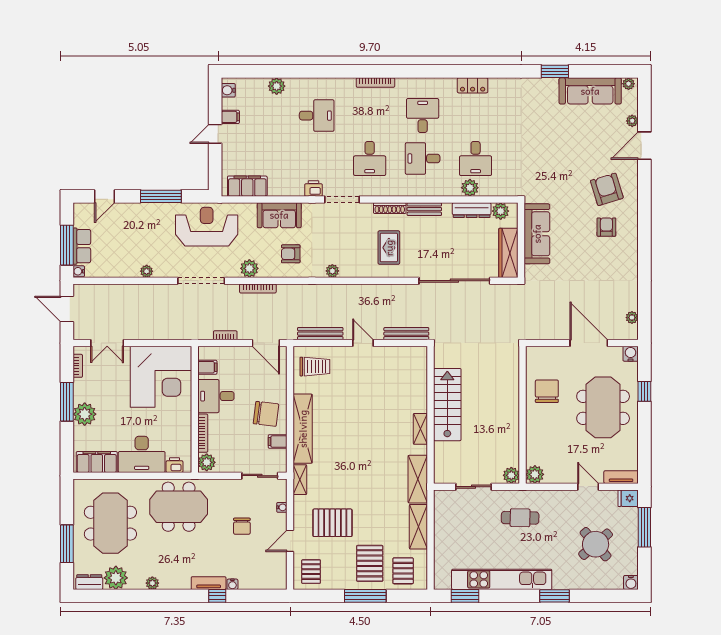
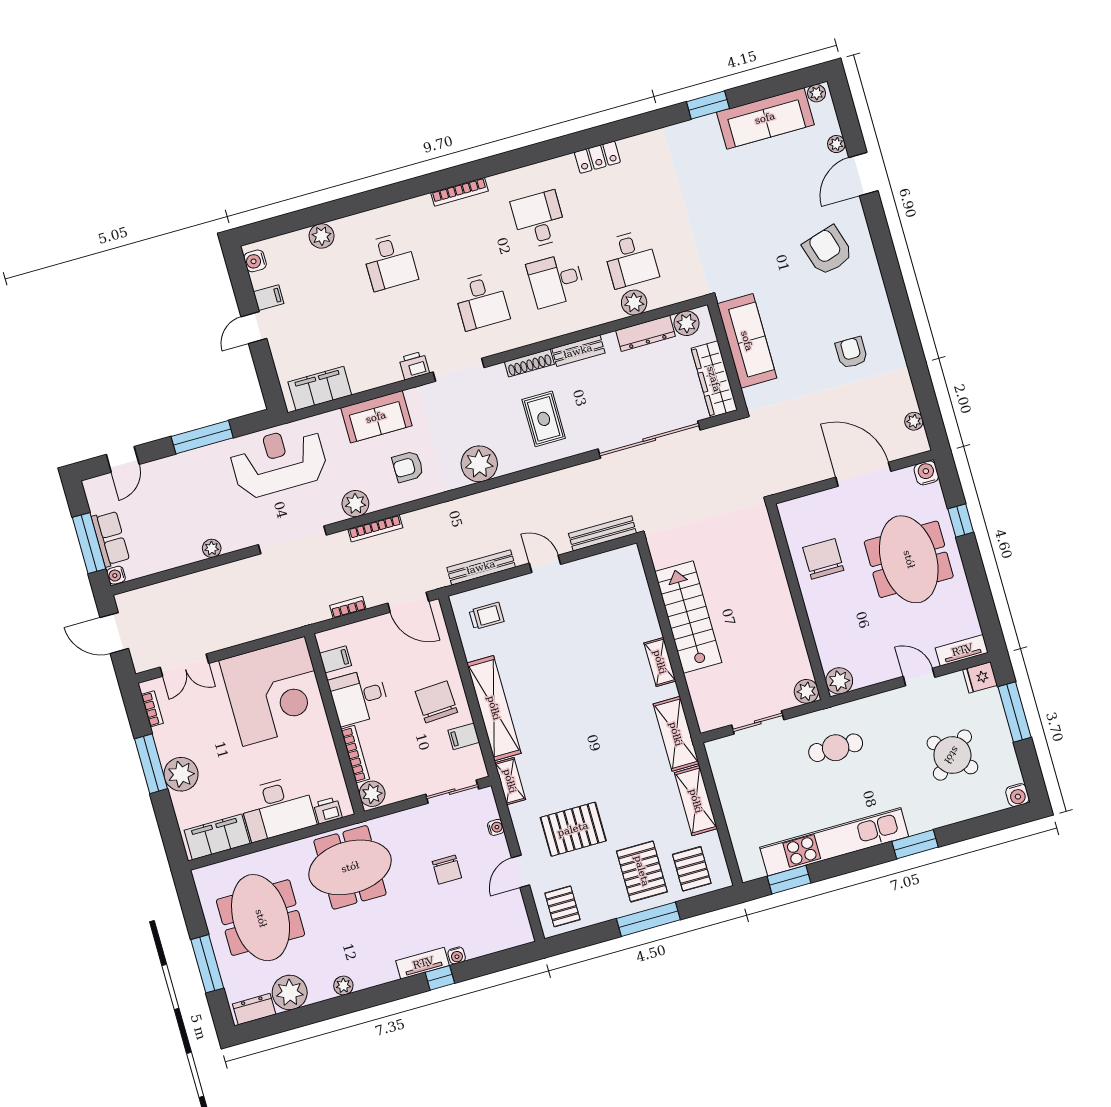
desk: (317, 116) -> (390, 262), turned 90
armchair: (606, 227) -> (851, 353), moved
plant: (332, 271) -> (479, 464), width x1.87, depth x1.87
trolley: (315, 367) -> (487, 616), width x0.73, depth x0.72
chair: (266, 414) -> (436, 702), turned -100

